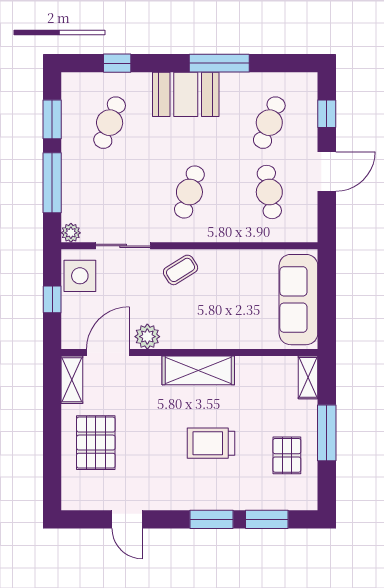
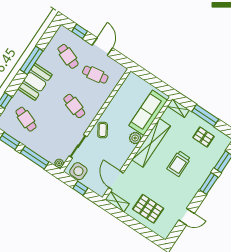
sofa: (298, 300) -> (148, 113), moved, turned 90
plant: (147, 337) -> (135, 138), moved
shelving: (198, 370) -> (151, 143), width x1.47

